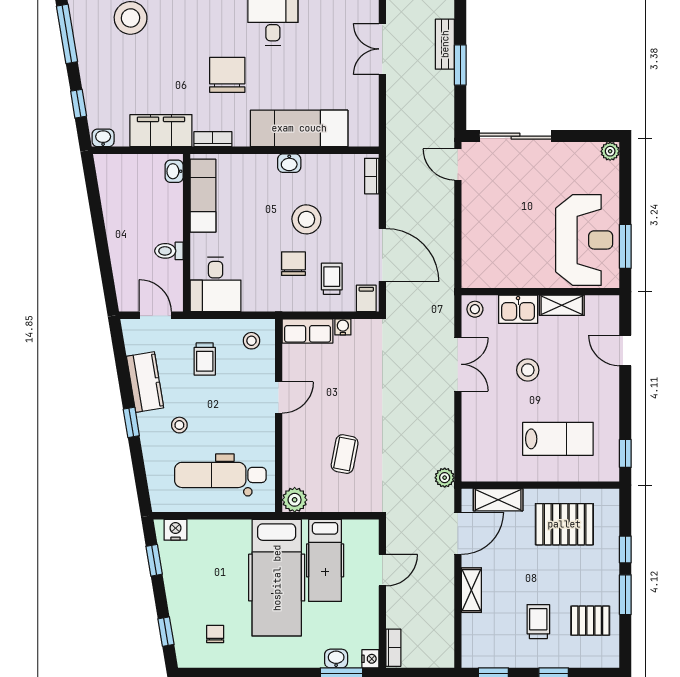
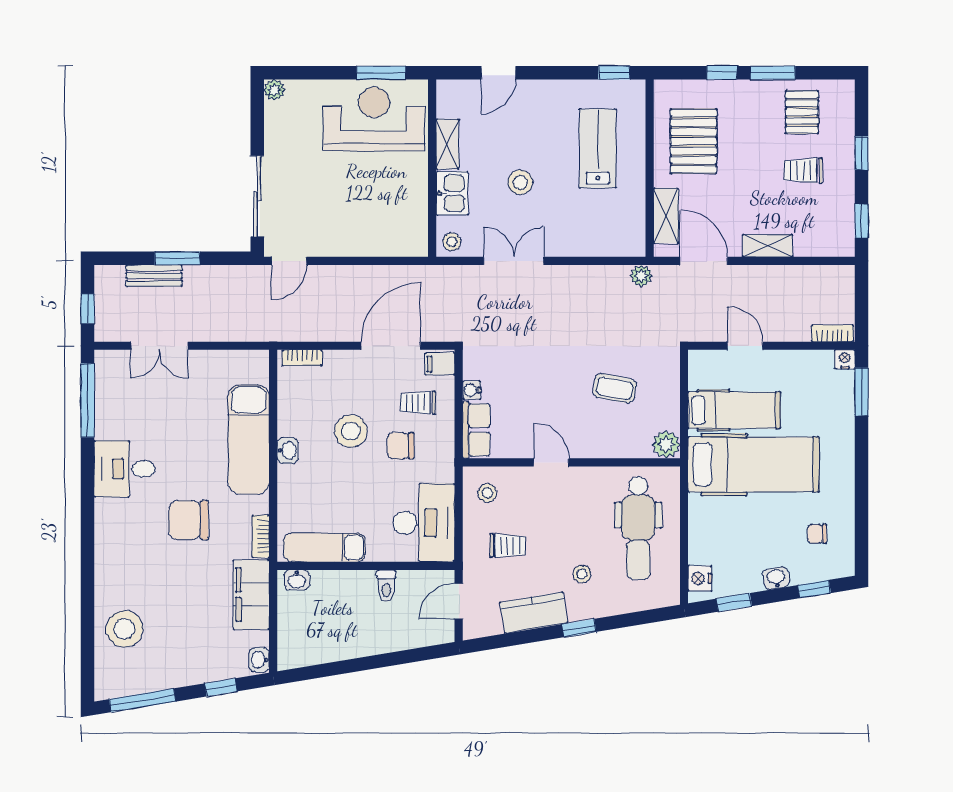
desk: (216, 284) -> (424, 523), width x1.37
washbasin: (336, 659) -> (776, 578), moved, turned 81

